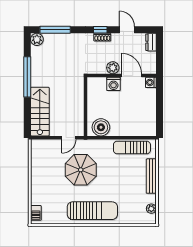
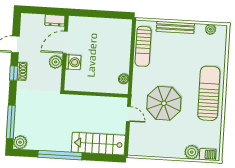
dresser: (151, 42) -> (55, 20), moved
washing machine: (151, 82) -> (74, 22), removed
boiler: (101, 127) -> (124, 79), width x0.54, depth x0.54
plant: (37, 198) -> (192, 152), added

